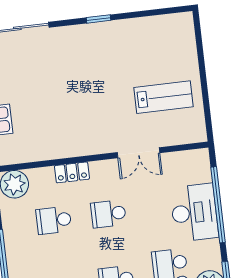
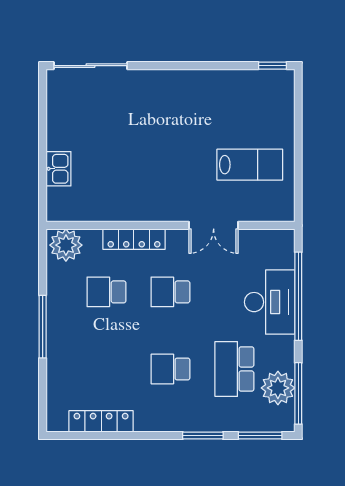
window: (99, 19) -> (272, 66), moved
locker: (72, 172) -> (134, 239), width x1.53

